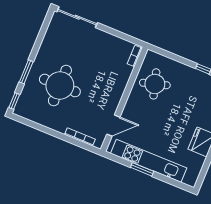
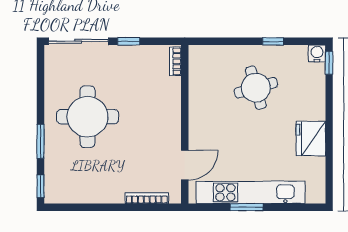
window: (110, 31) -> (129, 41), added
round table: (155, 84) -> (256, 88), moved
round table: (60, 85) -> (88, 117), moved

